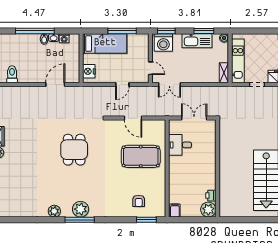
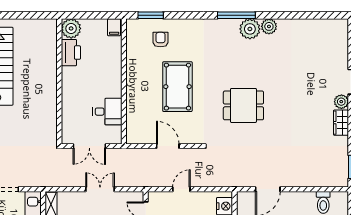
double door: (169, 84) -> (100, 189), moved
dining table: (74, 150) -> (243, 105), turned 90
pool table: (141, 156) -> (177, 87), moved, turned 90
printer: (211, 196) -> (71, 53), width x1.87, depth x1.48
plant: (81, 209) -> (250, 29), moved

